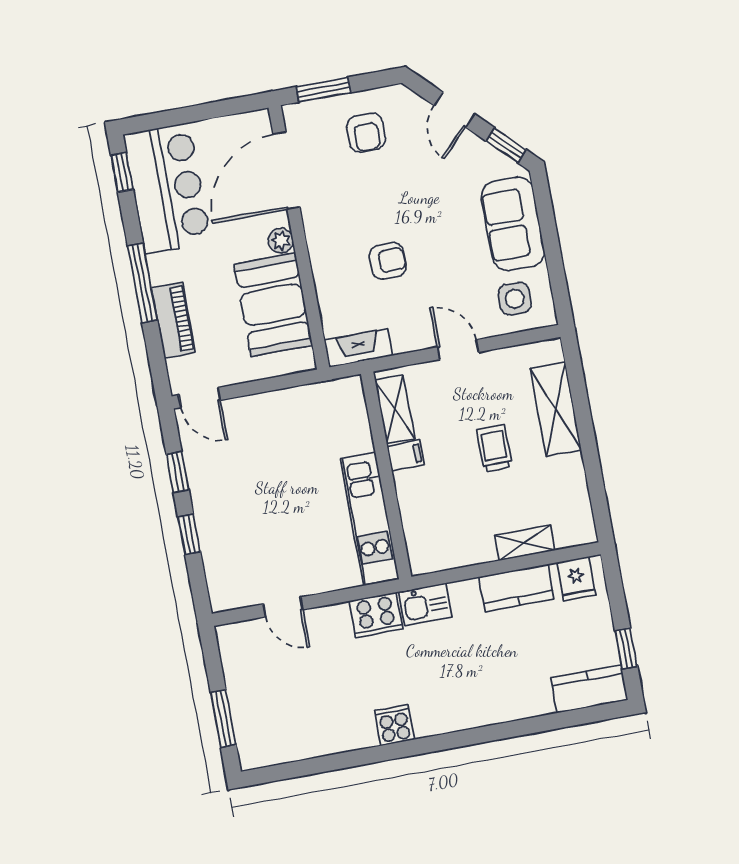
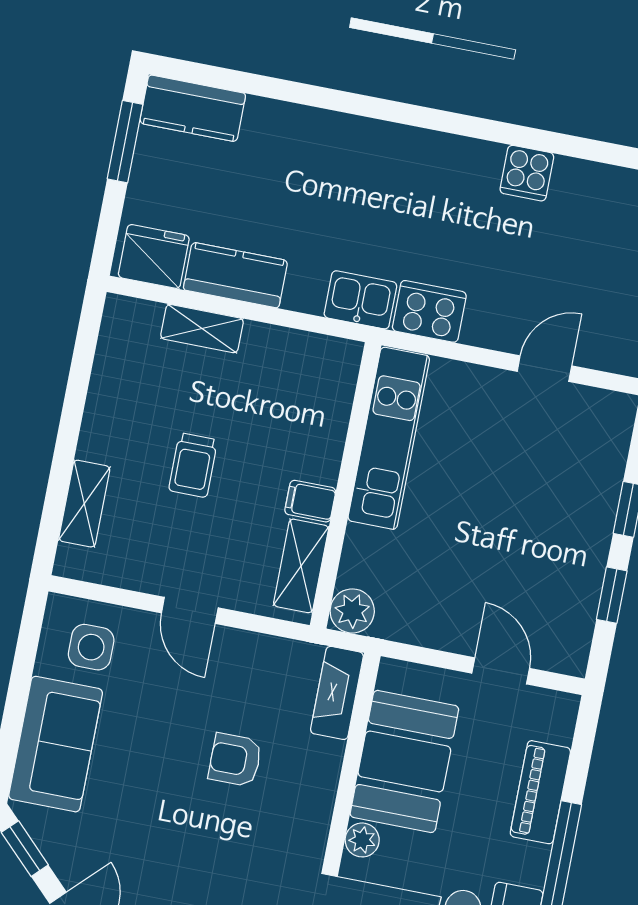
fireplace: (358, 348) -> (337, 693), moved, turned 90
plant: (348, 392) -> (352, 611), added
door: (200, 398) -> (501, 671), moved
shelving: (556, 409) -> (84, 504), width x0.67, depth x0.75
fridge: (576, 579) -> (154, 256), width x1.38
door: (283, 607) -> (544, 369), hinge flipped
window: (626, 649) -> (125, 142), width x1.50
cooker: (395, 725) -> (527, 173), moved

